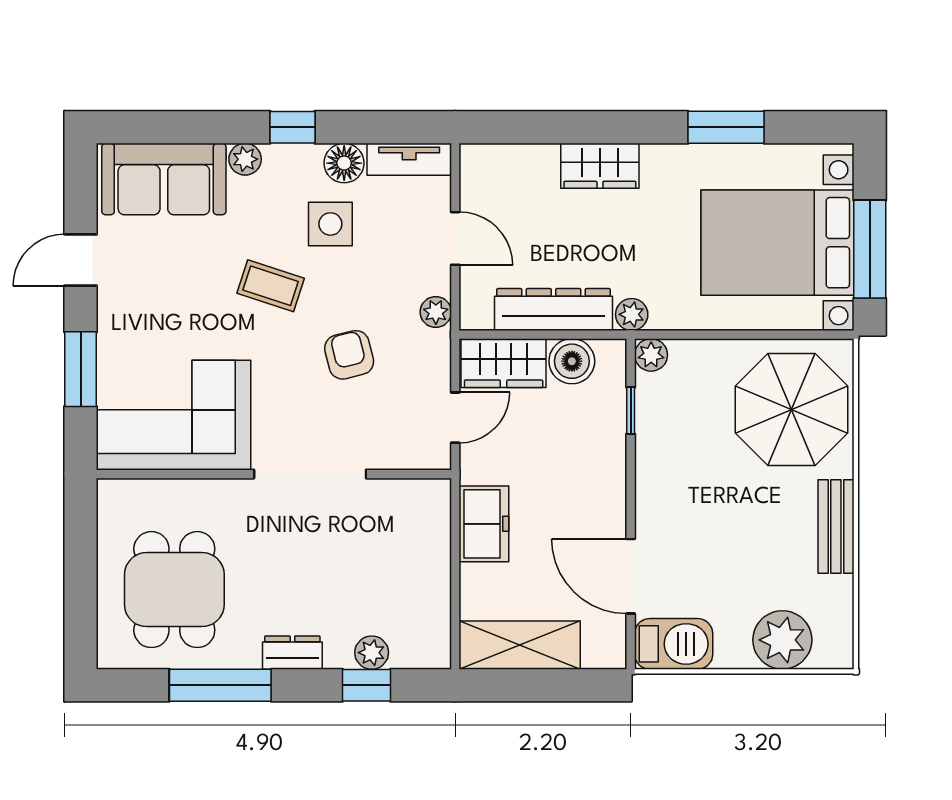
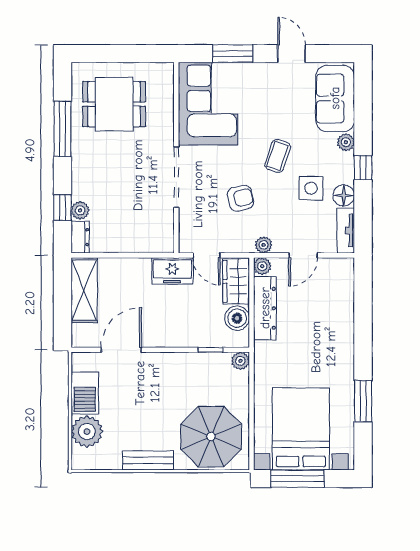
wardrobe: (600, 166) -> (342, 333), removed
plant: (632, 314) -> (262, 266), moved
freezer: (484, 524) -> (172, 271), moved
barbecue: (674, 644) -> (85, 393), moved
dresser: (292, 653) -> (80, 237), moved

